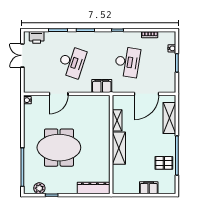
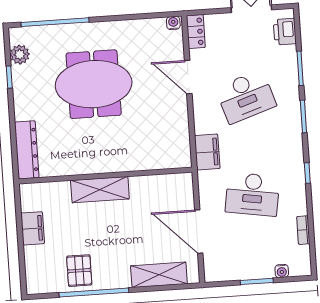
desk: (72, 62) -> (246, 97), turned -36
locker: (33, 88) -> (196, 32), added
shelving: (117, 120) -> (149, 183), removed
meeting table: (59, 148) -> (94, 84), turned 90
filing cabinet: (149, 188) -> (33, 228), moved

